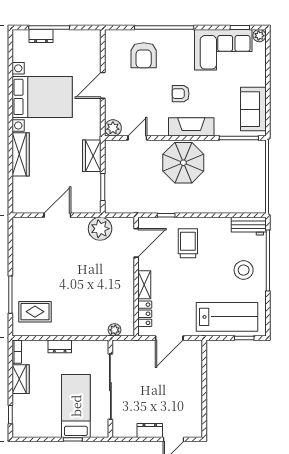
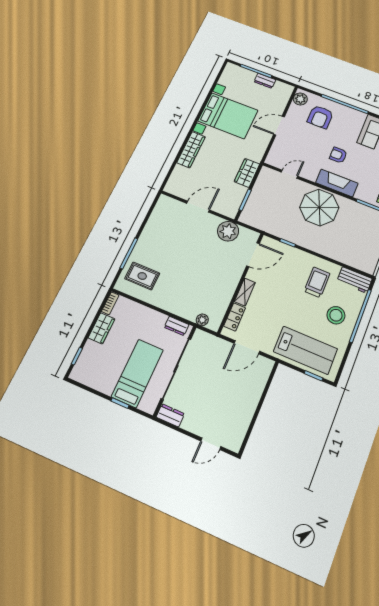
dresser: (41, 36) -> (265, 81), moved
plant: (113, 128) -> (300, 99), moved
trolley: (188, 243) -> (317, 282), moved
dresser: (60, 346) -> (177, 326), moved
dresser: (150, 431) -> (170, 415), moved

